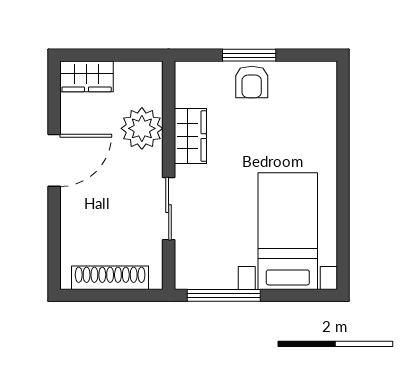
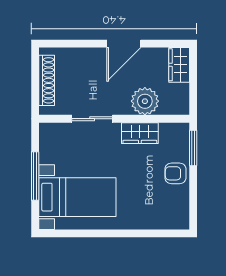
window: (249, 55) -> (193, 148), moved
door: (54, 160) -> (124, 44), hinge flipped
window: (224, 295) -> (35, 176), moved

